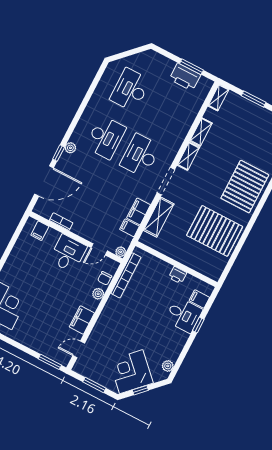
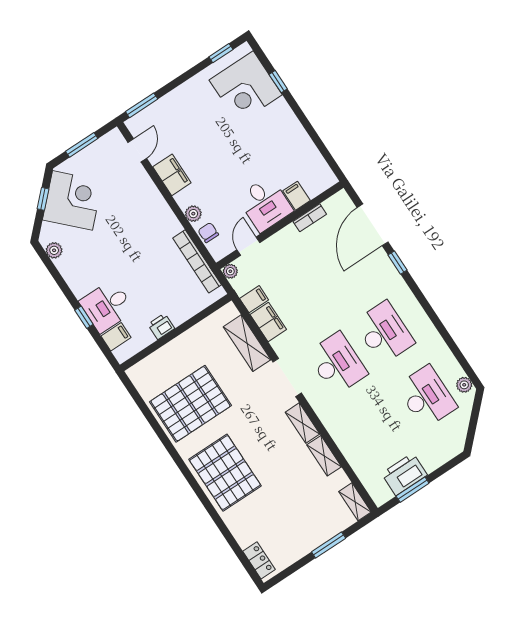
desk: (106, 137) -> (384, 332), turned 180
plant: (70, 148) -> (464, 385), moved
filing cabinet: (40, 231) -> (297, 196), moved

